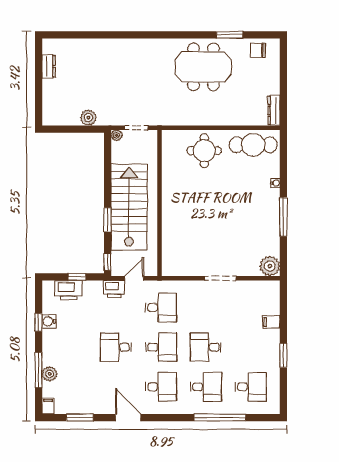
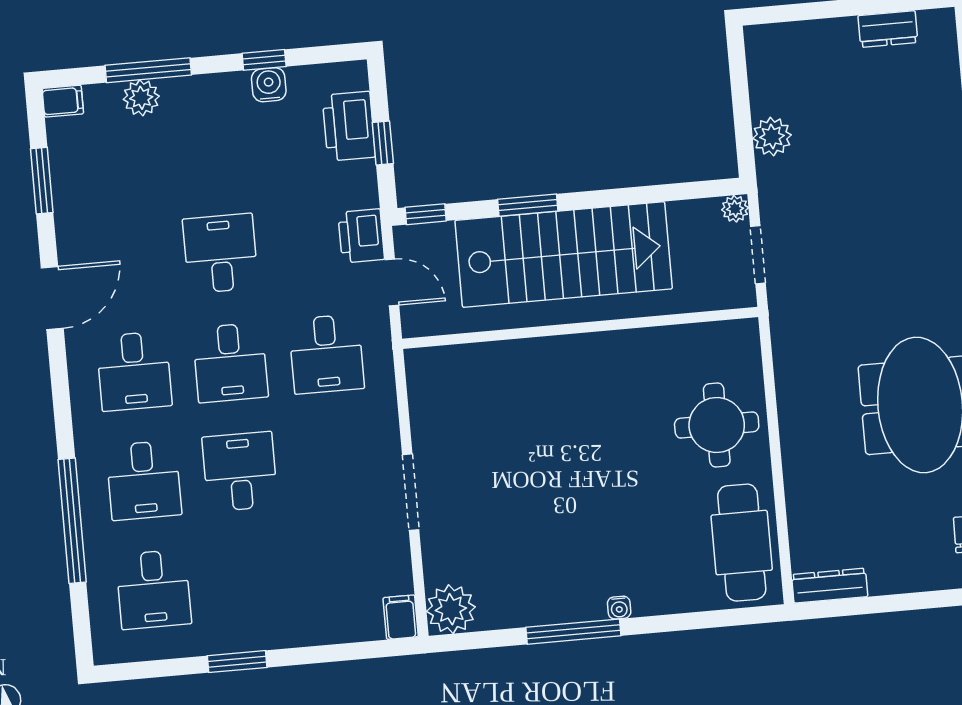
water cooler: (275, 183) -> (619, 608), moved
filing cabinet: (271, 322) -> (401, 617), moved

